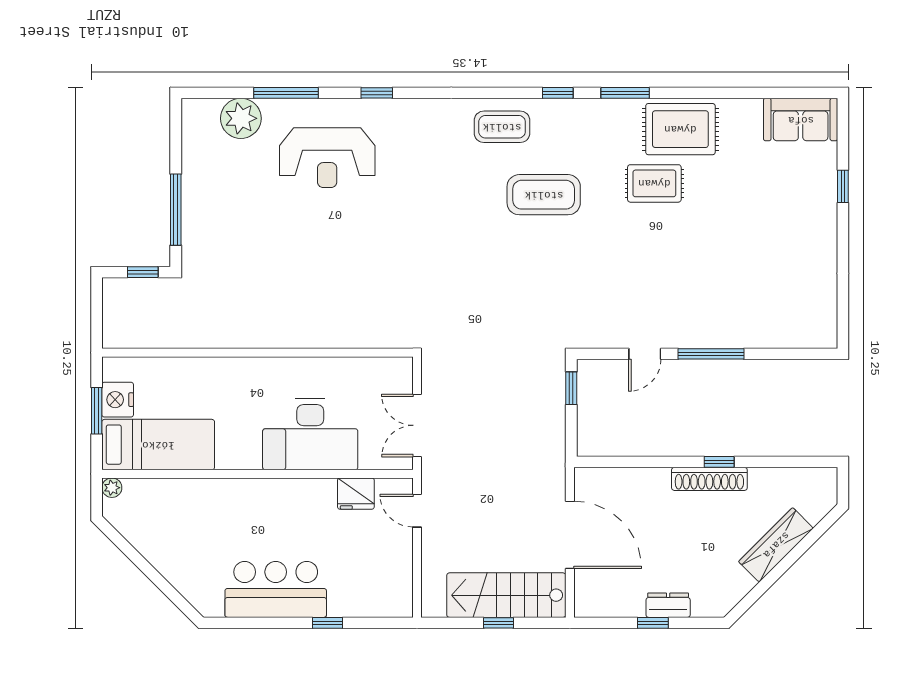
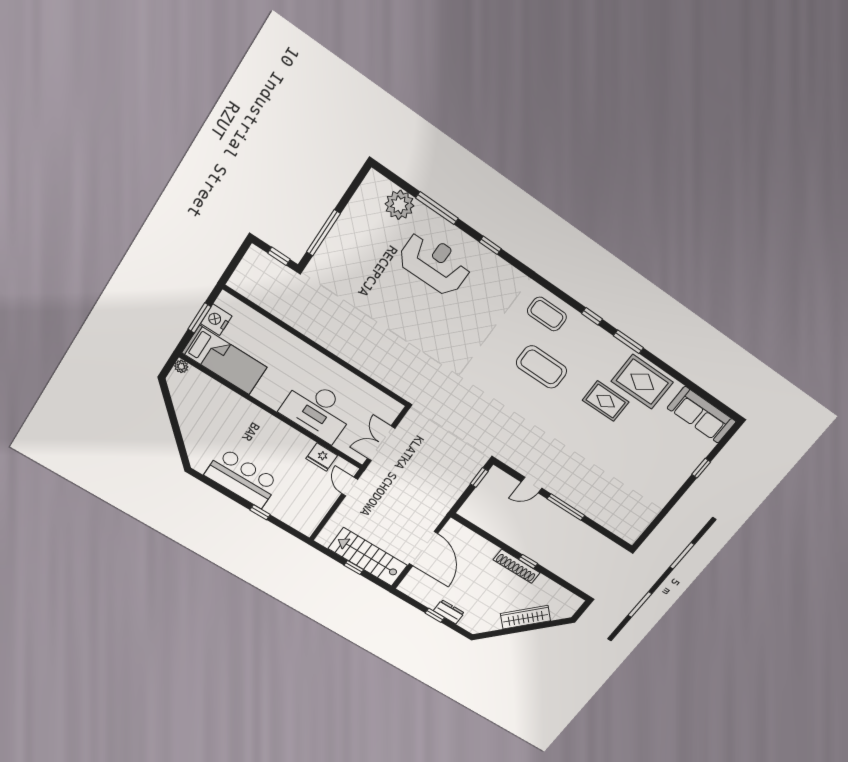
sofa: (801, 120) -> (702, 415), width x1.36
reception desk: (327, 158) -> (435, 263), turned 180

